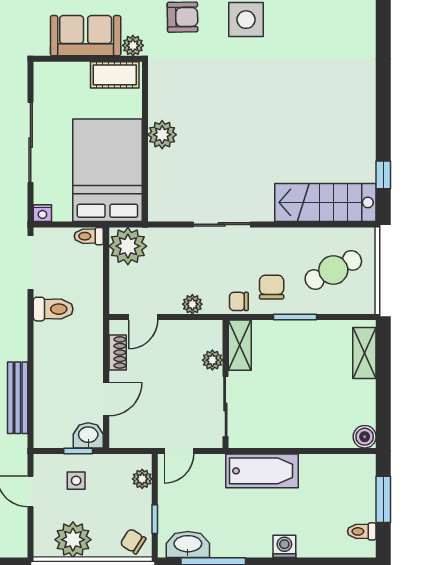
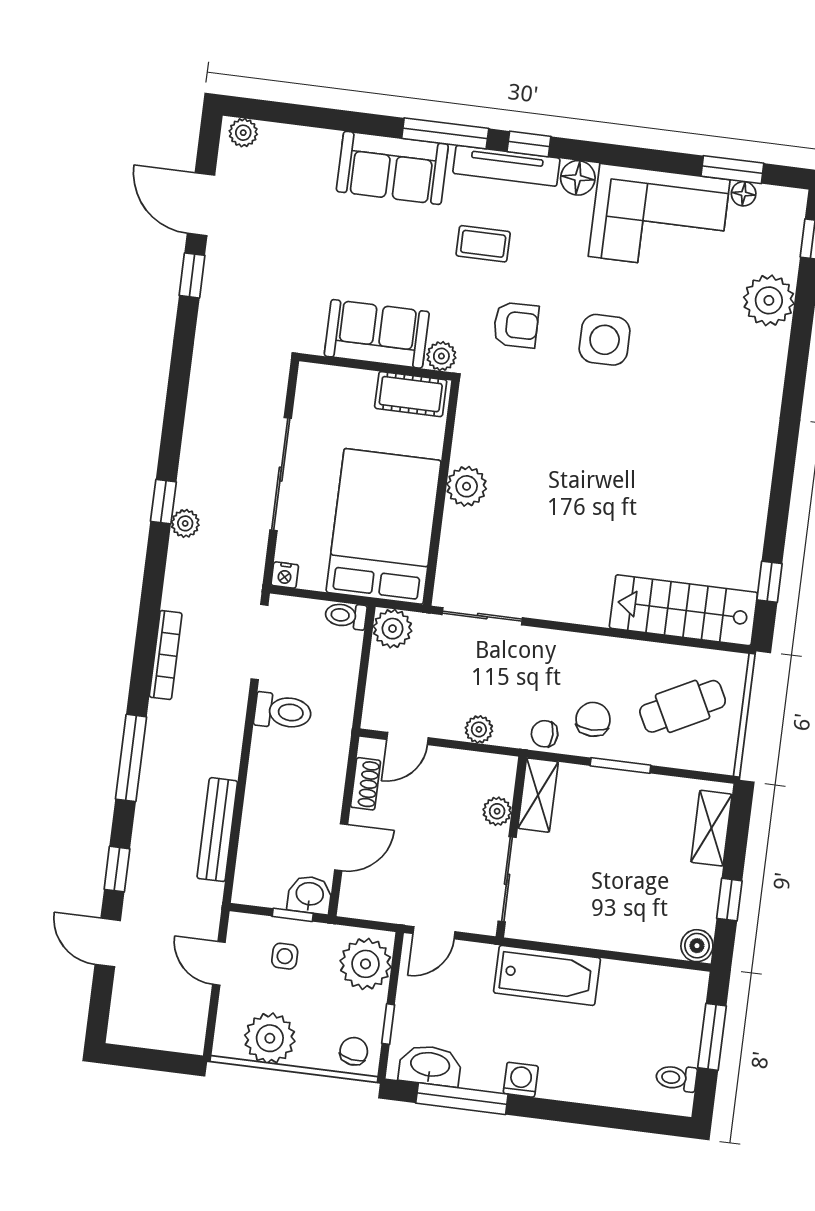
sliding door: (222, 224) -> (482, 616), moved
plant: (128, 246) -> (392, 629), width x0.73, depth x0.73
window: (383, 401) -> (729, 900), added
plant: (142, 479) -> (366, 964), width x1.87, depth x1.87
chair: (133, 541) -> (354, 1051), turned 67
washing machine: (284, 546) -> (521, 1080), moved

